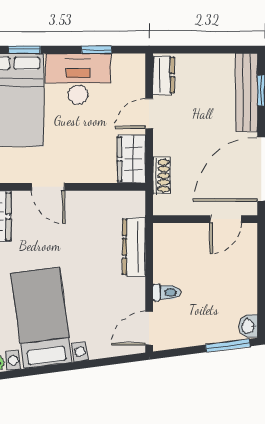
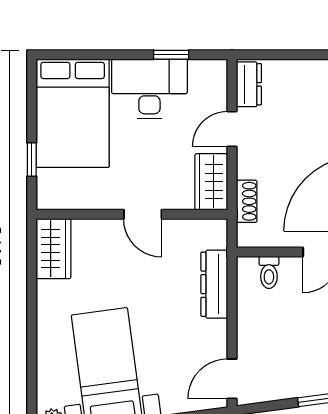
window: (24, 50) -> (87, 55), removed
door: (48, 187) -> (143, 214), moved
toilet: (167, 292) -> (269, 272), moved, turned 90

